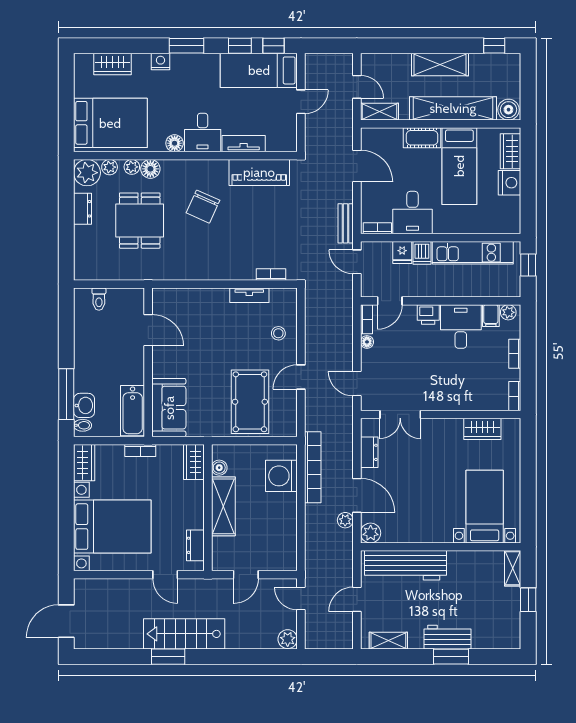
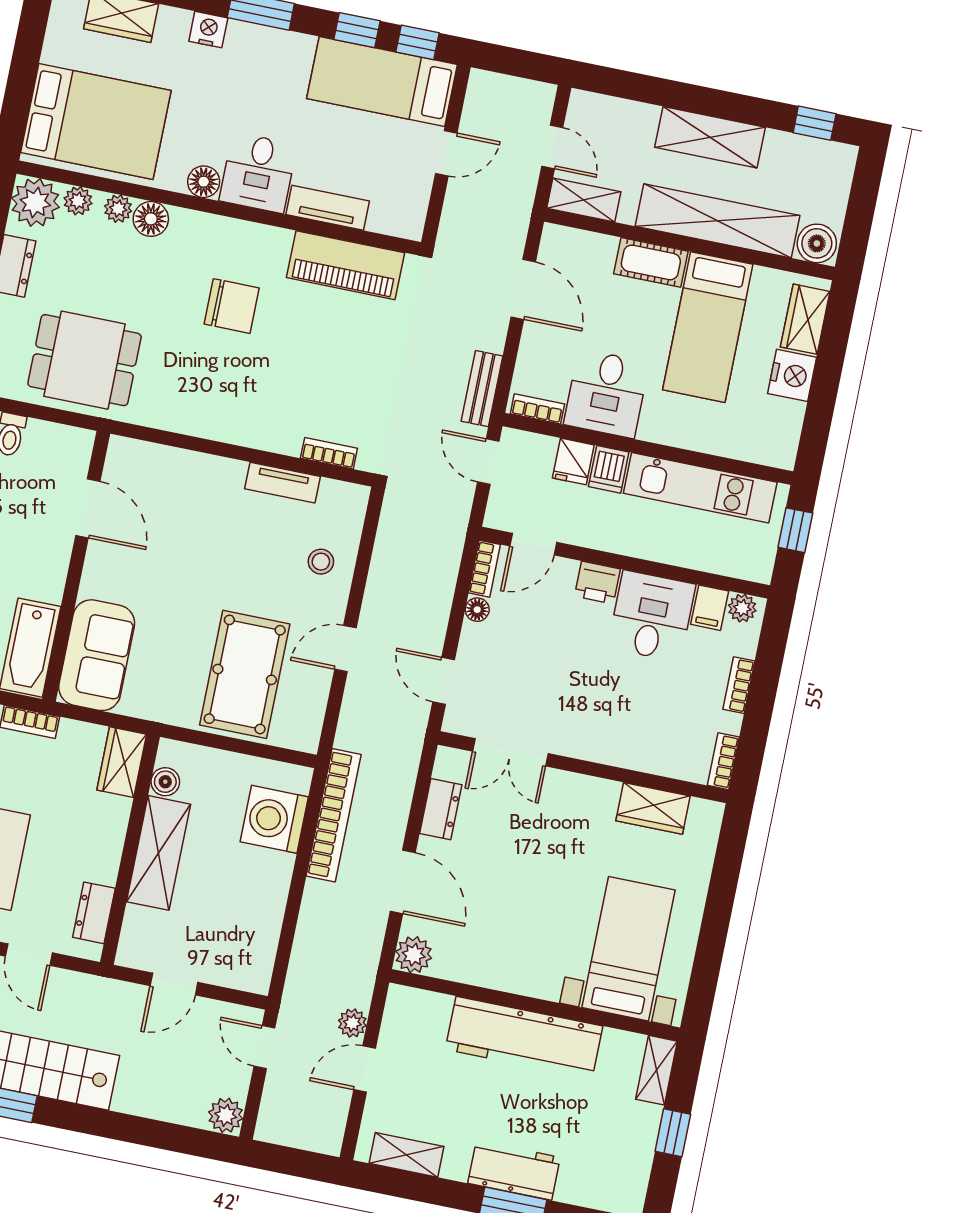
chair: (203, 207) -> (232, 306), turned -114
dining table: (140, 221) -> (85, 360), moved, turned 90
plant: (345, 520) -> (352, 1023), moved
workbench: (405, 565) -> (524, 1038), moved

